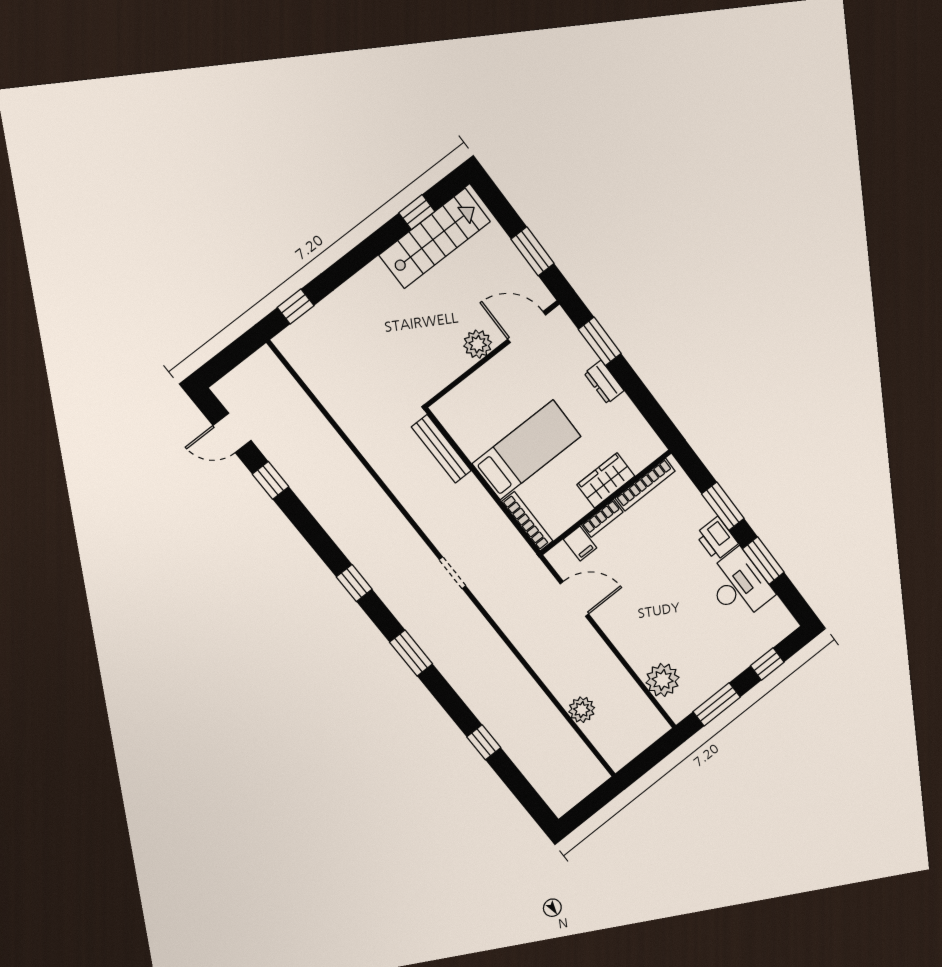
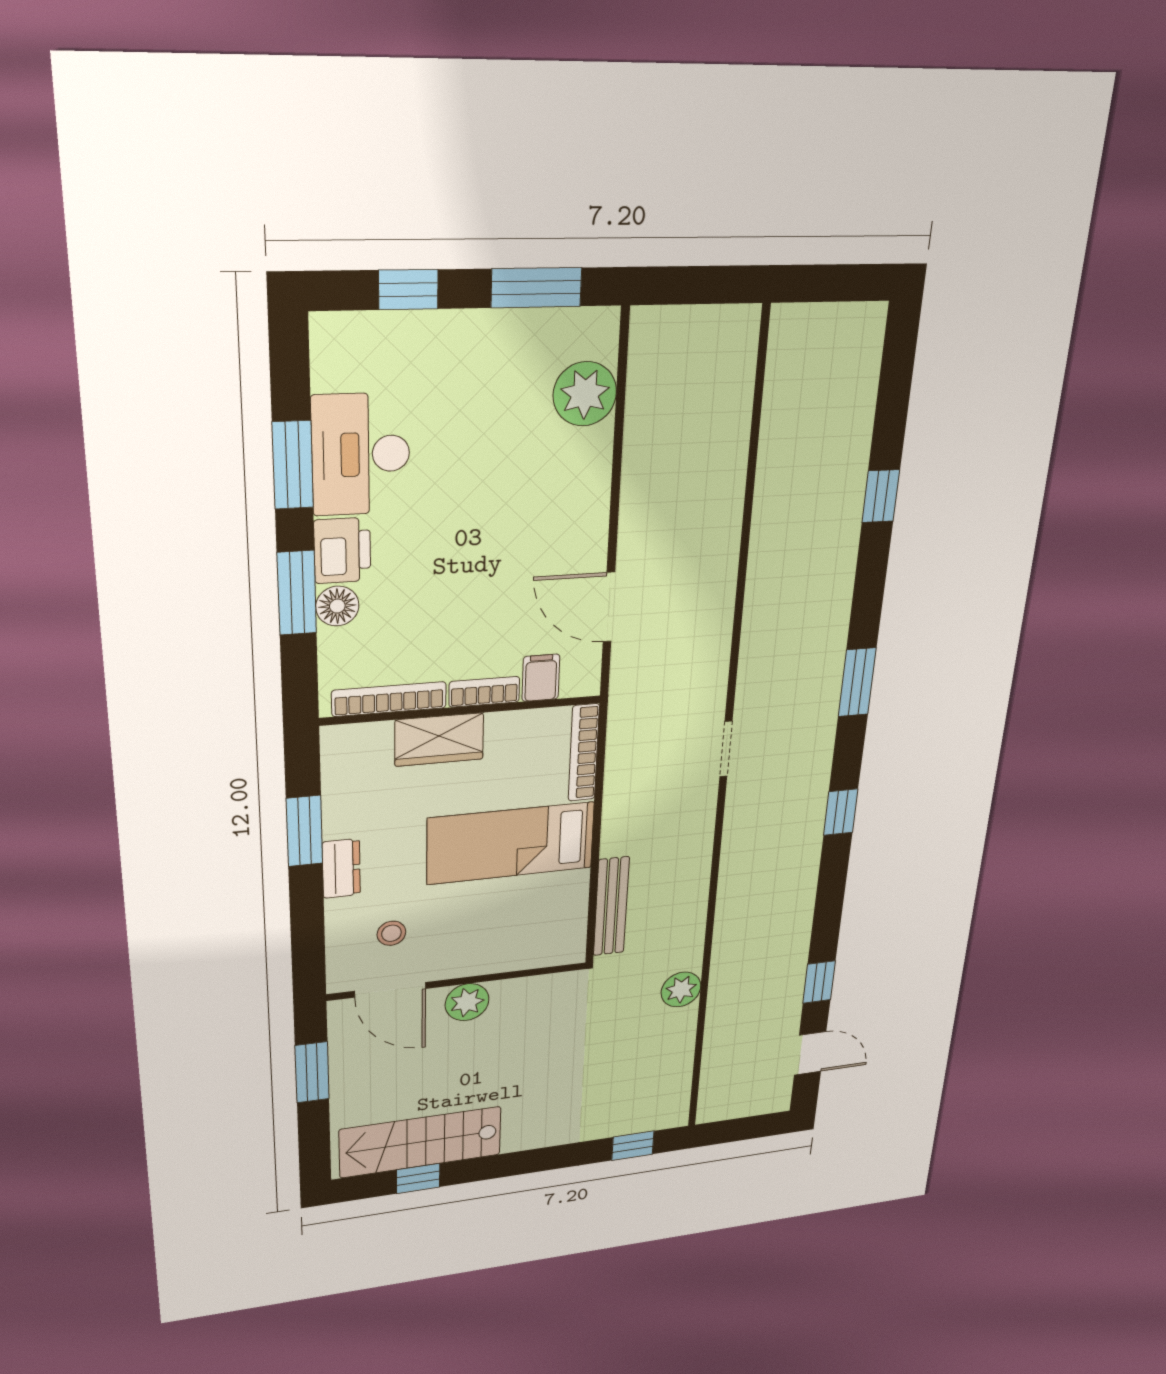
window: (600, 341) -> (304, 831), moved
stool: (551, 361) -> (391, 933), added
floor lamp: (701, 512) -> (337, 606), added
plant: (582, 710) -> (681, 990), moved

